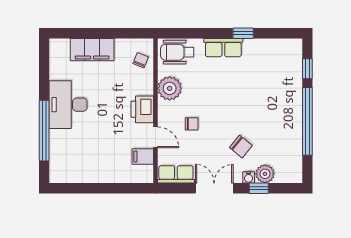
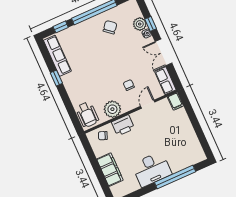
row of seats: (223, 48) -> (57, 56), moved, width x1.48
printer: (142, 109) -> (123, 125), moved
chair: (241, 146) -> (110, 27), moved
filing cabinet: (143, 157) -> (175, 101), moved

